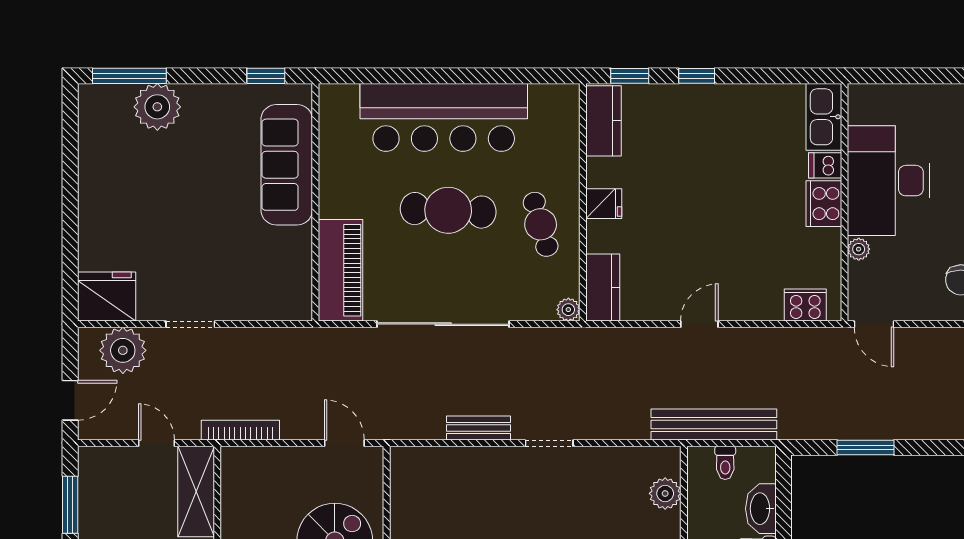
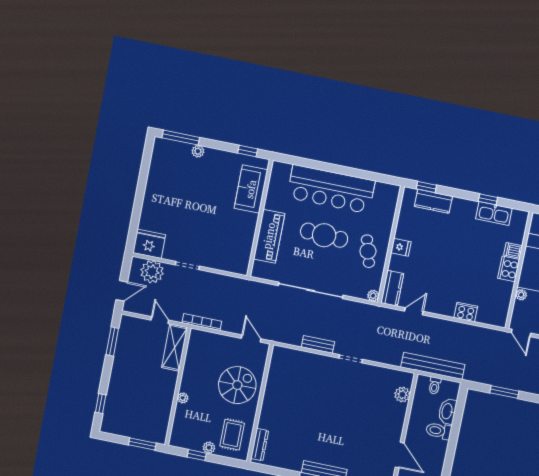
window: (697, 76) -> (488, 199), moved
plant: (157, 107) -> (198, 151), width x0.53, depth x0.53
kitchen sink: (824, 117) -> (494, 214), moved, turned -90
kitchen counter: (603, 121) -> (433, 201), moved, turned 90
sofa: (287, 165) -> (251, 189), width x0.73
piano: (340, 270) -> (269, 236), moved
cooker: (805, 305) -> (466, 312), moved
door: (699, 324) -> (414, 311), moved

